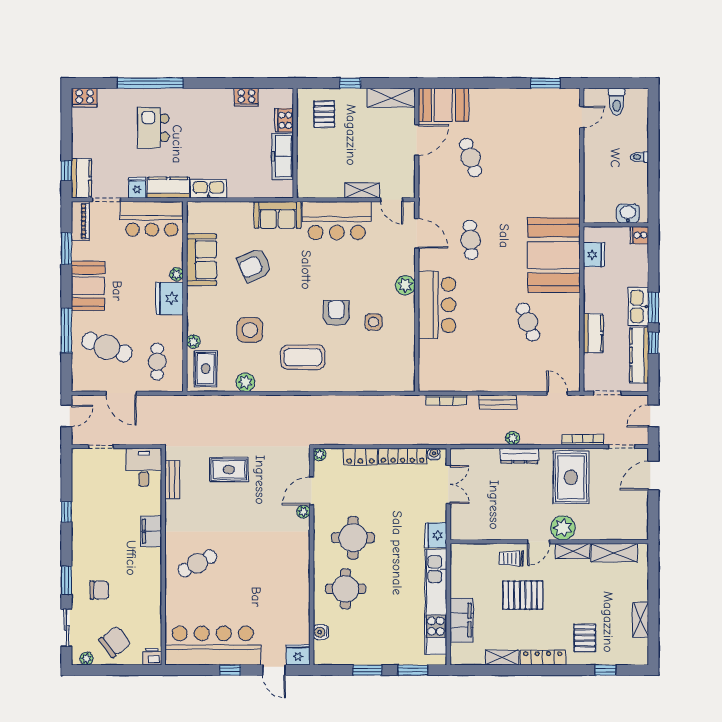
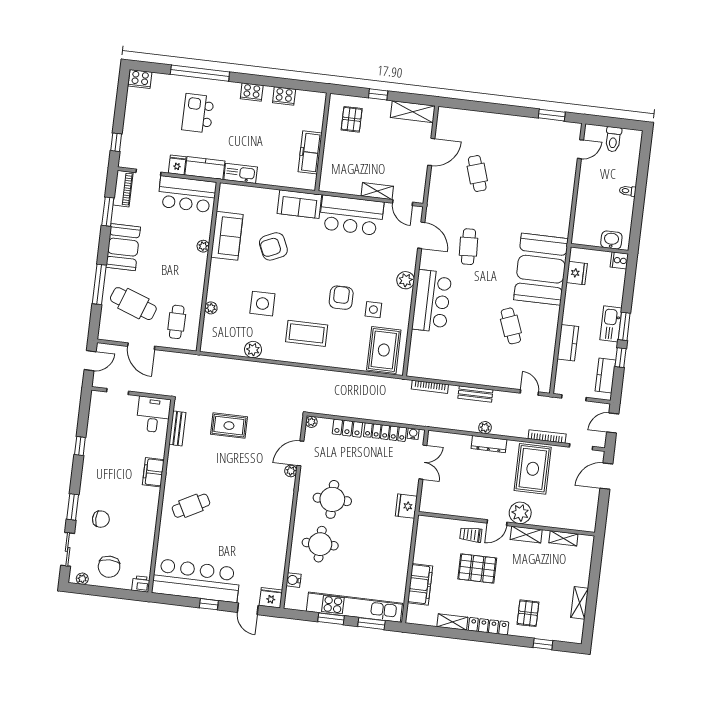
booth: (443, 105) -> (459, 124), removed
cooker: (284, 120) -> (252, 92), moved, turned -90
kitchen counter: (81, 178) -> (129, 151), removed
fridge: (169, 298) -> (194, 267), removed
kitchen counter: (639, 355) -> (605, 376), width x0.67
rug: (206, 369) -> (384, 350), moved, width x1.36, depth x1.43
shelving: (614, 553) -> (563, 538), width x0.67, depth x0.75
kitchen unit: (436, 602) -> (354, 607), moved, turned 90
chair: (115, 642) -> (109, 567), turned 128

